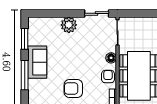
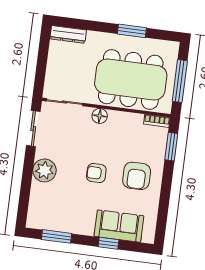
sofa: (37, 62) -> (119, 226), moved
window: (25, 75) -> (108, 243), width x0.46
armchair: (108, 77) -> (96, 173), moved

